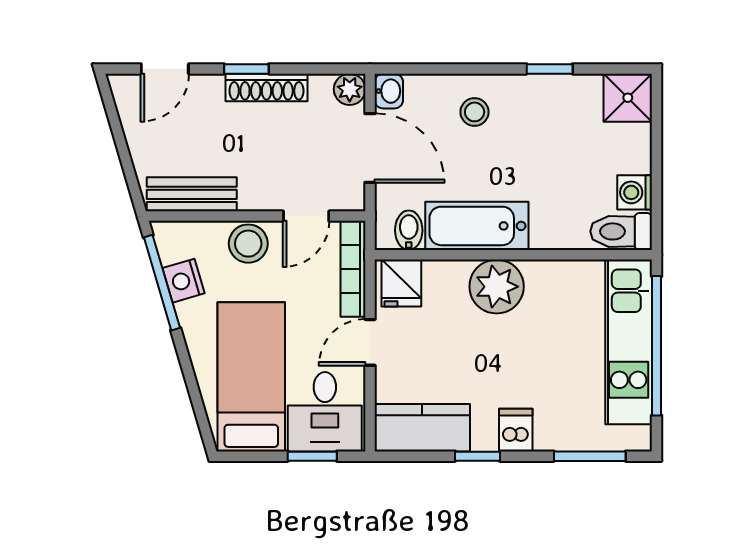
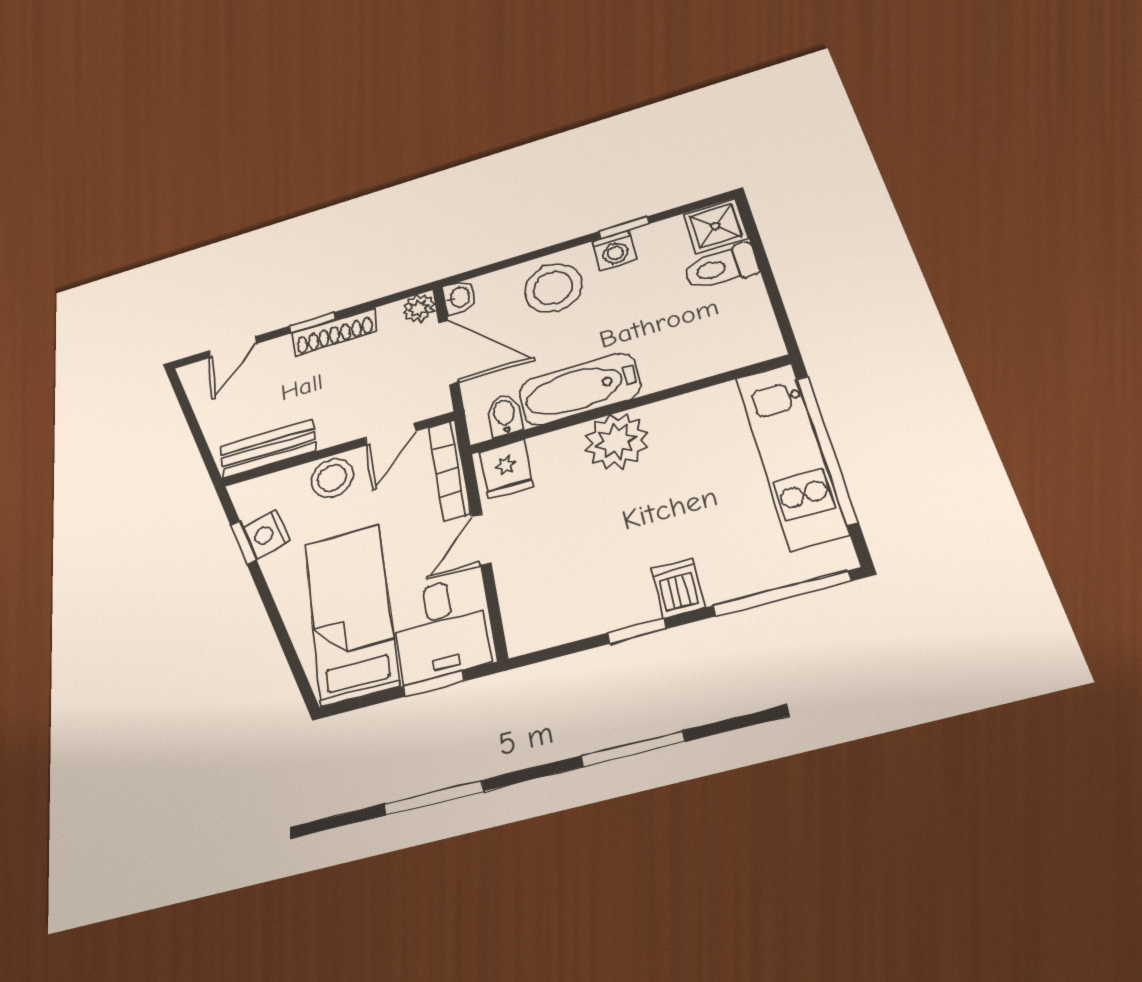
stool: (475, 112) -> (553, 288), width x1.89, depth x1.89
washing machine: (635, 192) -> (615, 250), moved, turned -90
toilet: (621, 231) -> (721, 267), moved
window: (162, 283) -> (243, 542), width x0.46
kitchen counter: (422, 428) -> (561, 616), removed
window: (590, 456) -> (781, 594), width x1.44

